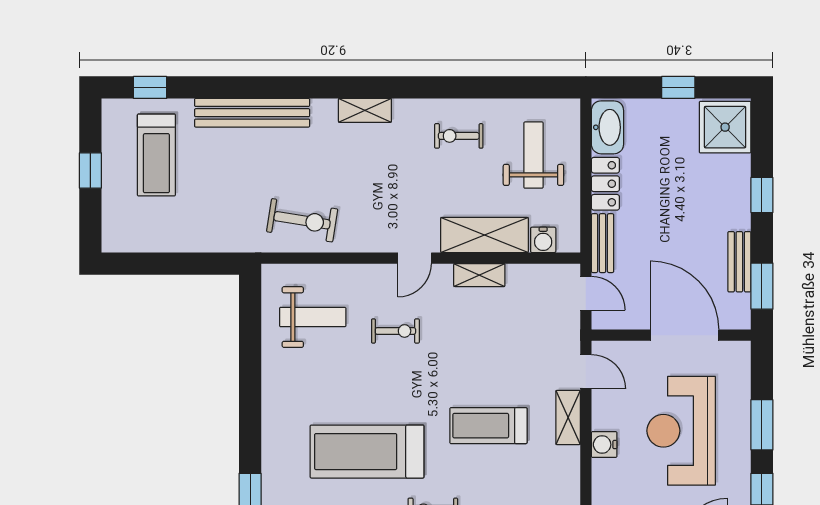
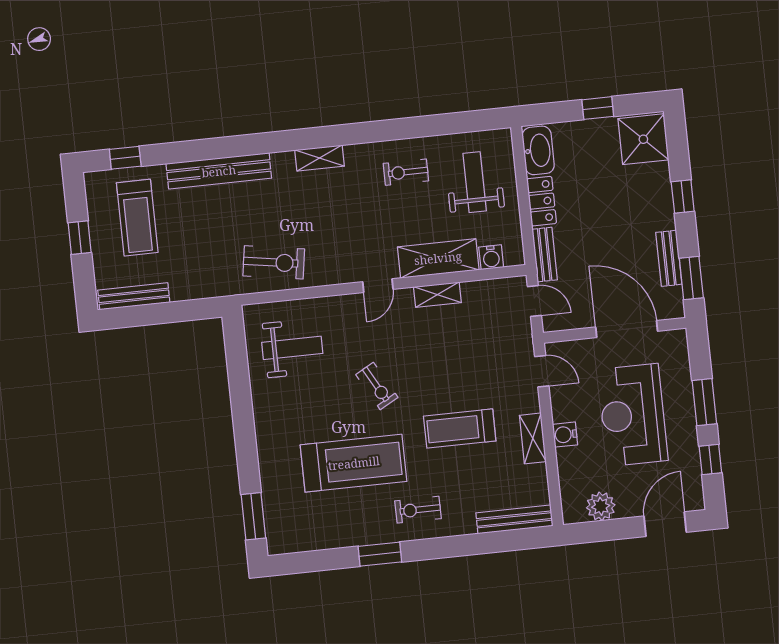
bench: (144, 242) -> (134, 296), added
exercise bike: (395, 331) -> (377, 386), moved, turned 61
shelving: (568, 417) -> (533, 438), moved
treadmill: (367, 452) -> (354, 463), turned 180

